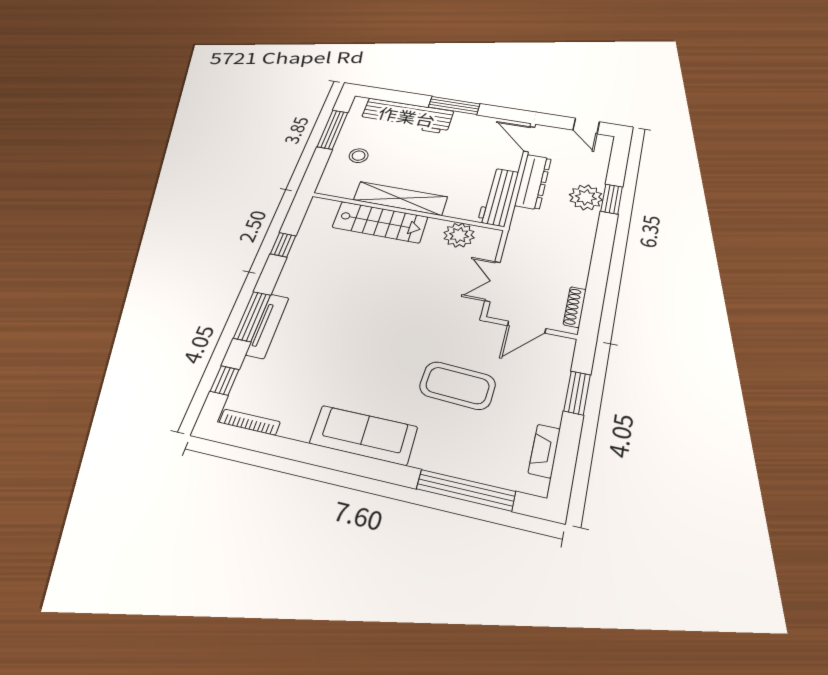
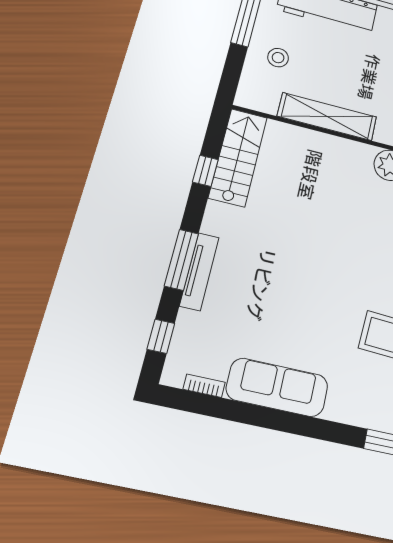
stairs: (380, 222) -> (238, 157), moved, turned -90
bookcase: (250, 422) -> (204, 386), width x0.64
sofa: (364, 435) -> (277, 387), moved

